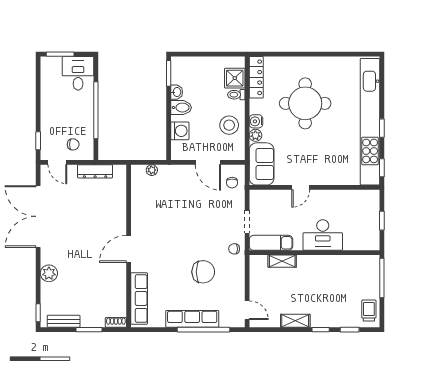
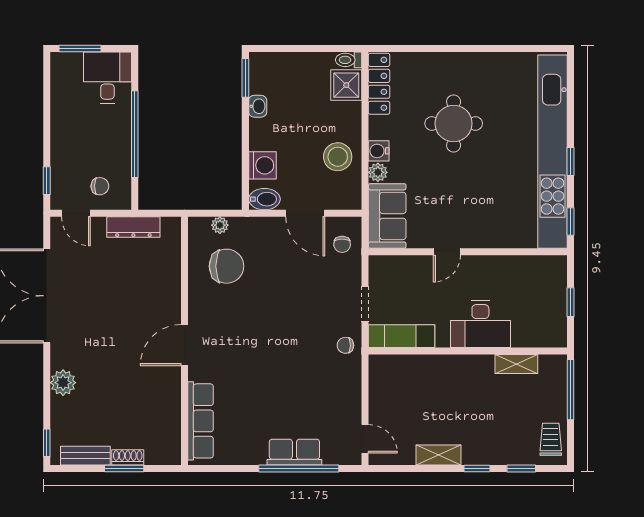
toilet: (236, 95) -> (349, 60), moved
round table: (305, 103) -> (454, 124), width x0.73, depth x0.73
bidet: (181, 108) -> (264, 199), moved
shelving: (282, 261) -> (516, 364), moved
chair: (203, 272) -> (227, 266), moved
row of seats: (192, 319) -> (294, 452), width x0.68
shoe rack: (116, 322) -> (128, 457), moved

